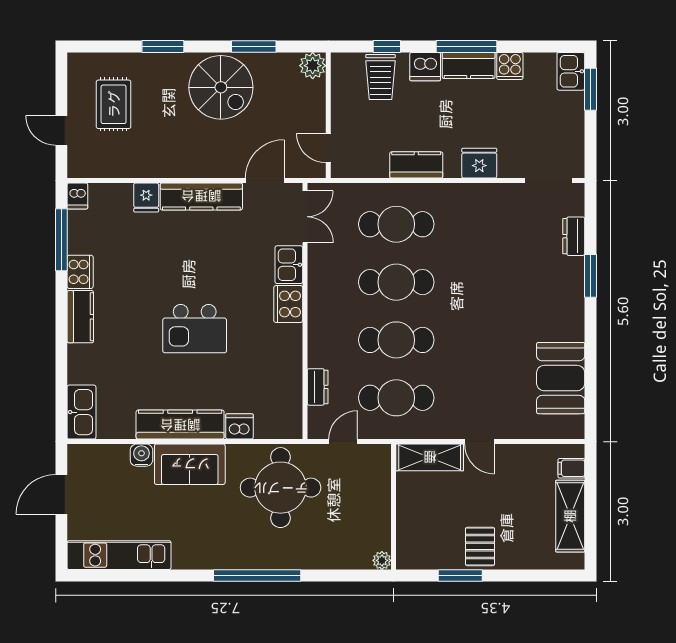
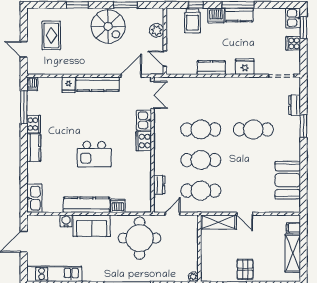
plant: (313, 66) -> (157, 30), moved
cooker: (510, 66) -> (293, 43), moved, turned 90
cafe table: (396, 224) -> (253, 129), moved

